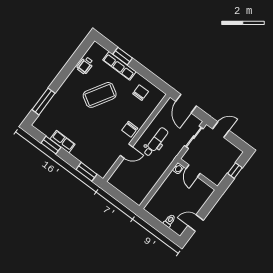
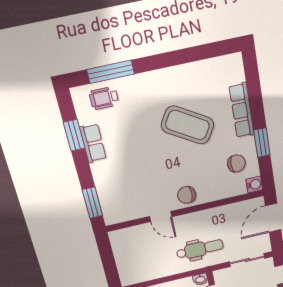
window: (123, 56) -> (262, 143), moved
wheelchair: (85, 65) -> (104, 98), moved
water cooler: (160, 95) -> (254, 185), added
dental chair: (156, 142) -> (200, 249), moved

